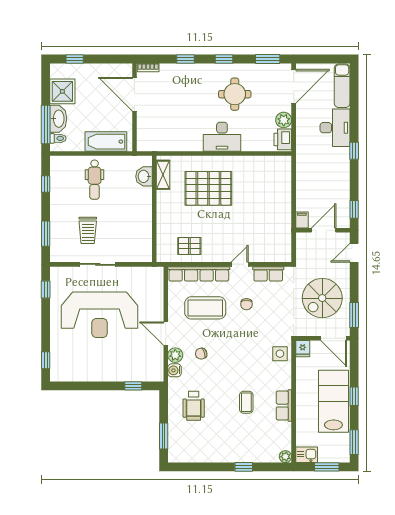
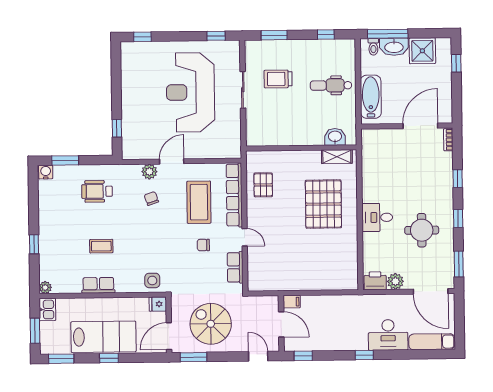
desk: (222, 137) -> (377, 217), width x0.73
water cooler: (174, 370) -> (46, 172), moved

